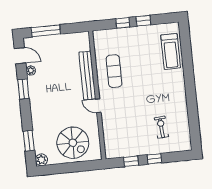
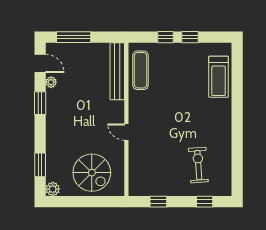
exercise mat: (114, 71) -> (140, 70), moved
bench: (87, 75) -> (117, 71), moved
exercise bike: (161, 127) -> (198, 165), width x1.38, depth x1.39
window: (154, 159) -> (205, 202), moved

